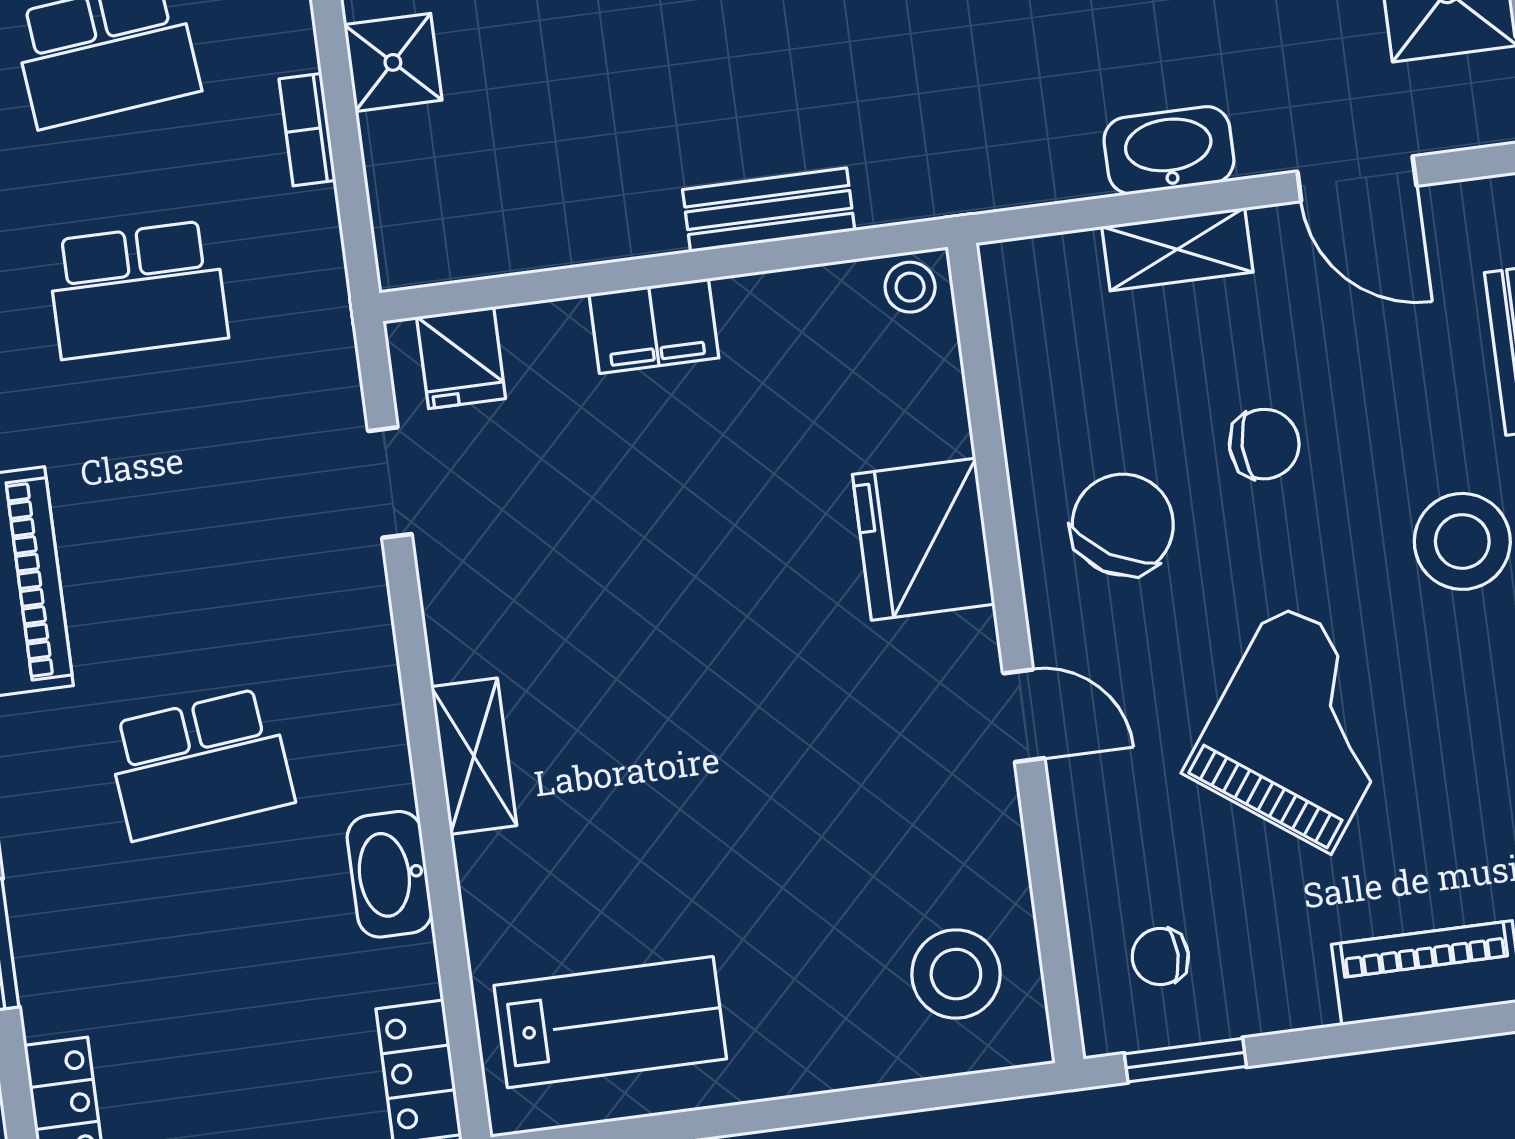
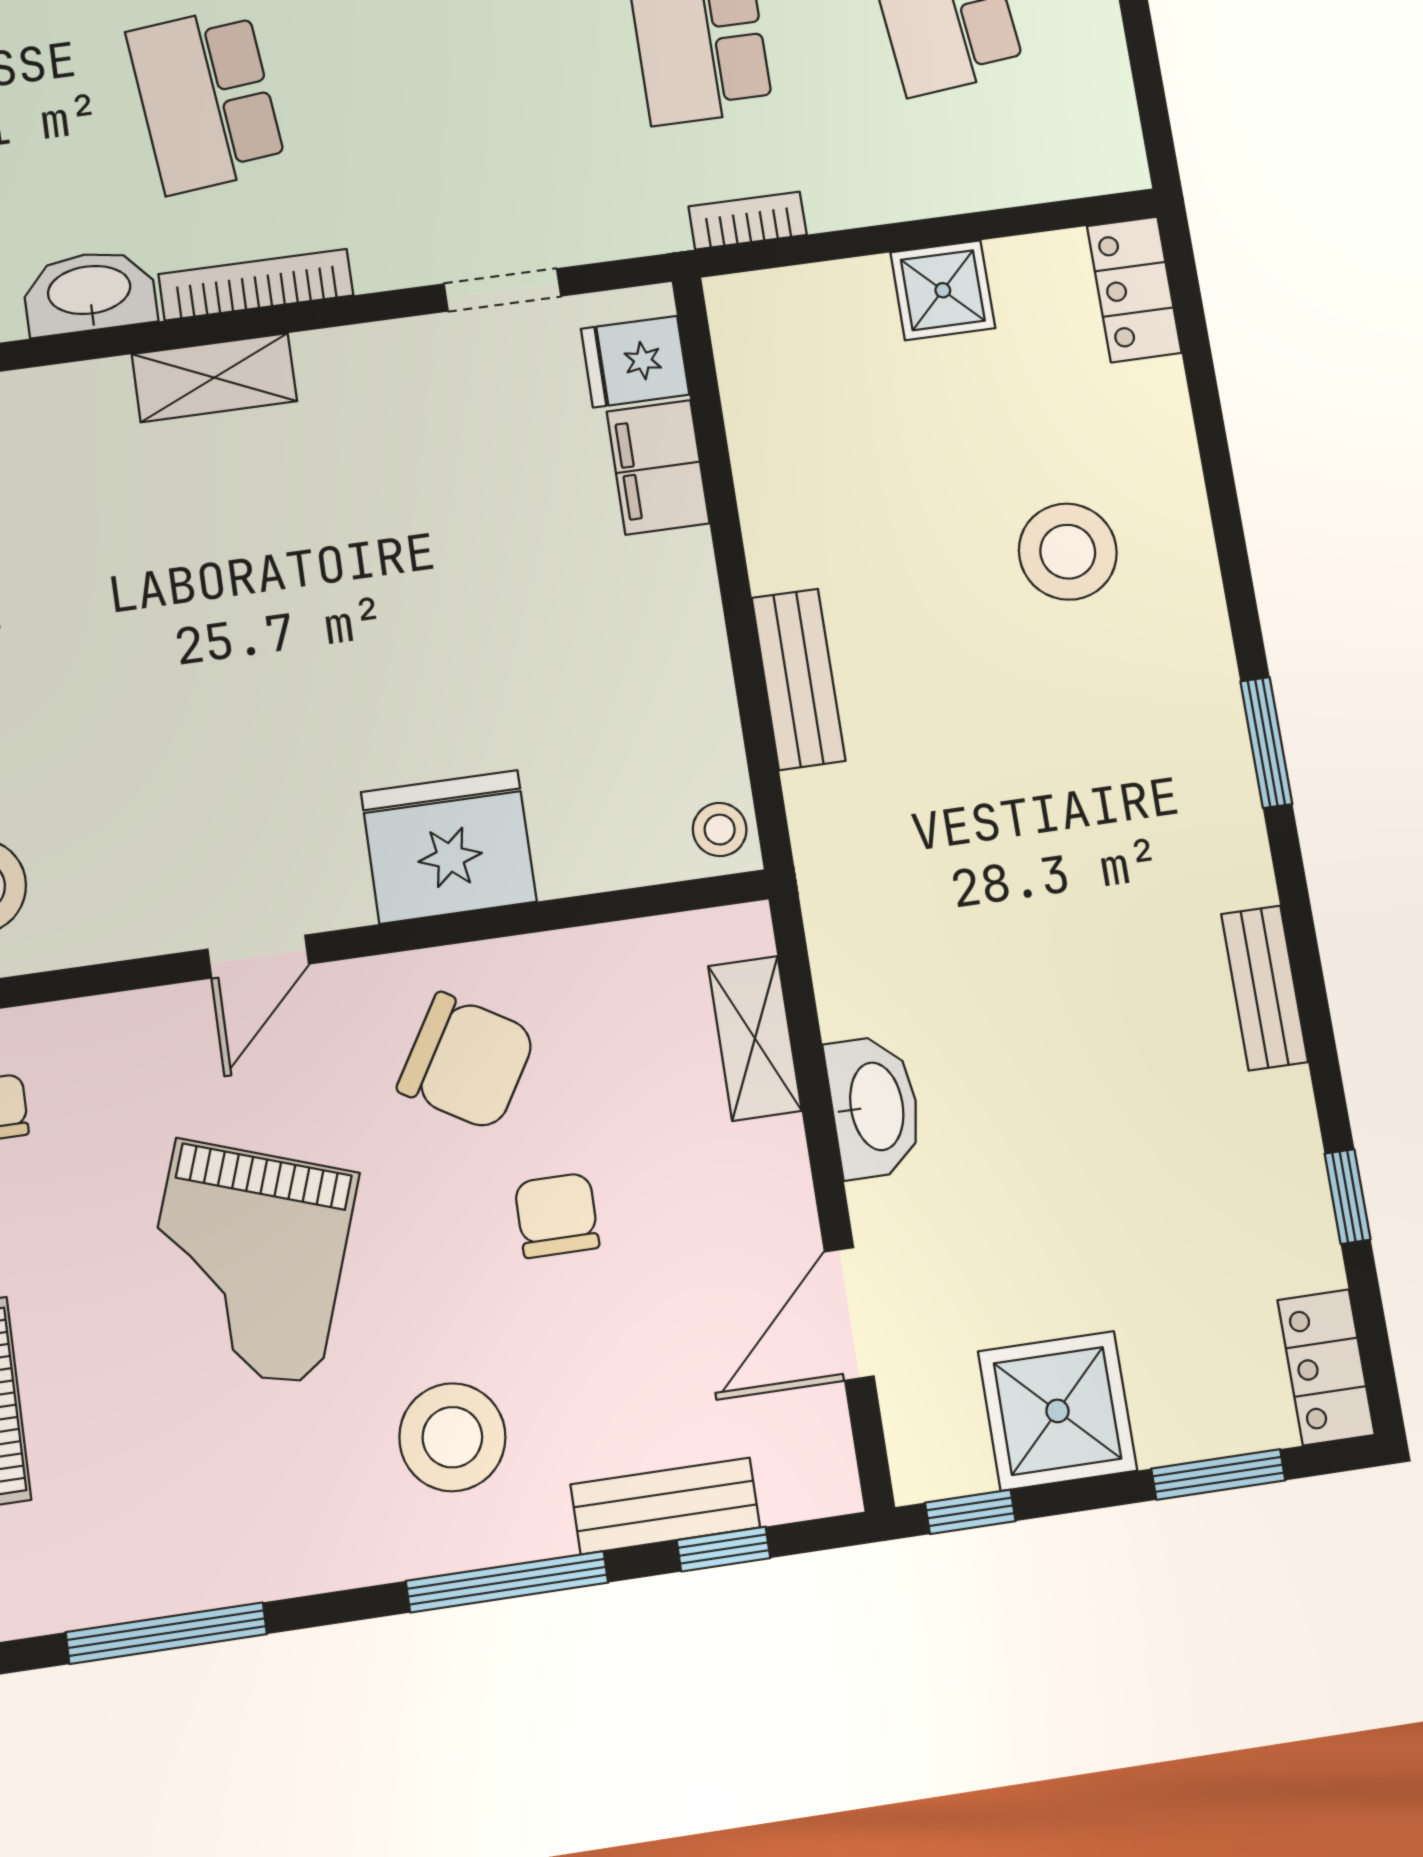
bookcase: (307, 130) -> (748, 221), moved
shelving: (1177, 249) -> (755, 1038), moved
filing cabinet: (654, 326) -> (658, 467), moved
chair: (1264, 444) -> (557, 1215), turned 180
bookcase: (383, 717) -> (256, 285), added
grand piano: (1303, 727) -> (247, 1262), turned 73

